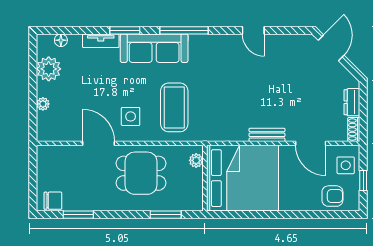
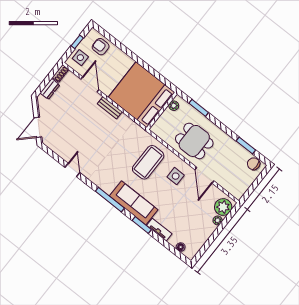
plant: (49, 69) -> (223, 207), moved
plant: (196, 160) -> (174, 106), moved

